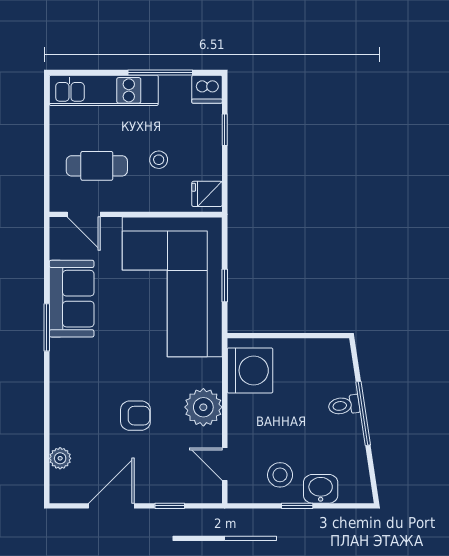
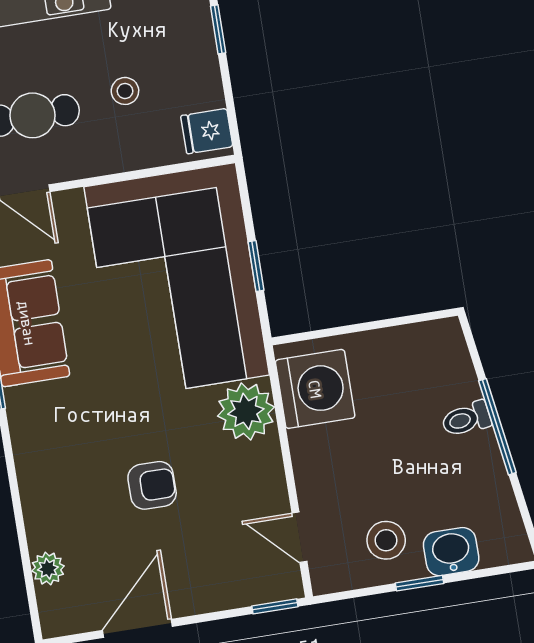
plant: (203, 407) -> (246, 411), moved
window: (170, 506) -> (275, 606), moved

